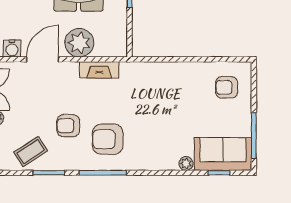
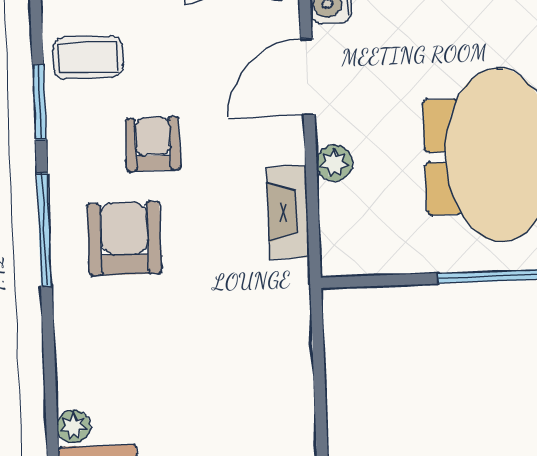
plant: (79, 43) -> (334, 163), width x0.53, depth x0.53
door: (43, 59) -> (308, 77), swing flipped
coffee table: (31, 152) -> (88, 57), turned -57

